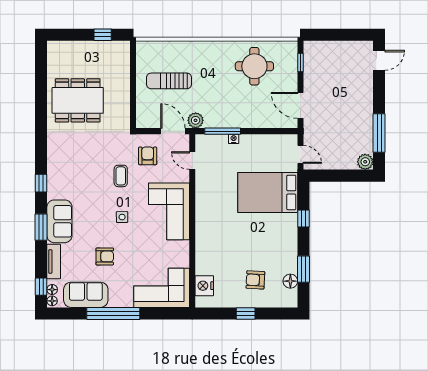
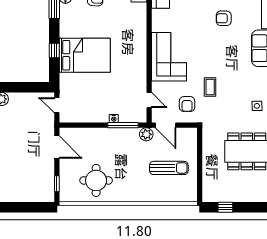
bed: (268, 192) -> (85, 55), moved
side table: (122, 217) -> (257, 106), moved

